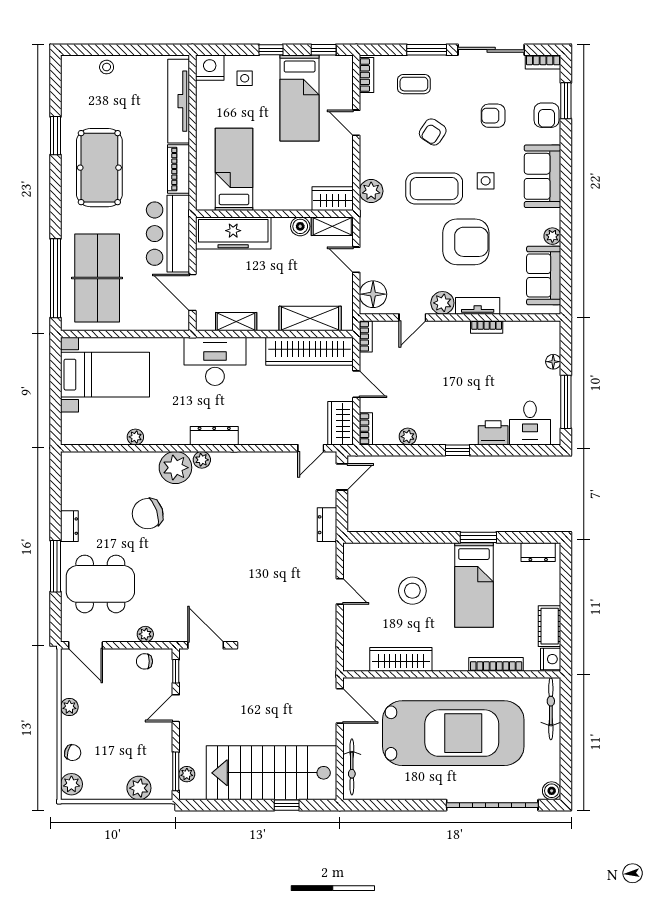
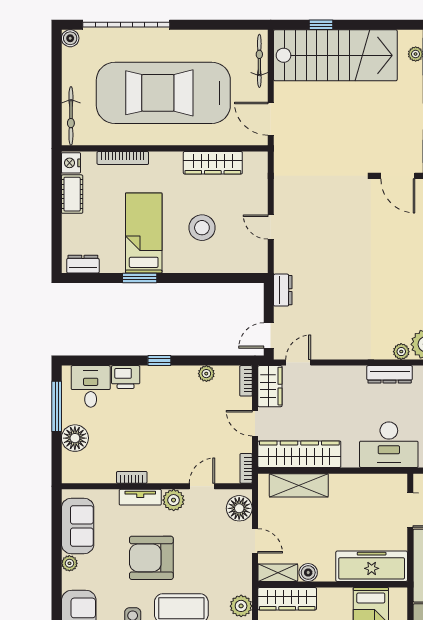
wardrobe: (333, 199) -> (287, 599), width x1.50
shelving: (236, 322) -> (369, 482), removed
floor lamp: (553, 362) -> (75, 438), width x1.89, depth x1.89

